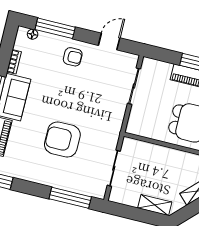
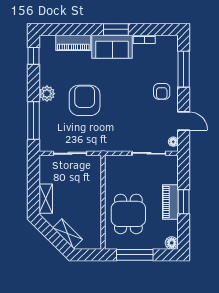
floor lamp: (33, 34) -> (173, 142), moved
plant: (46, 177) -> (47, 94), added

